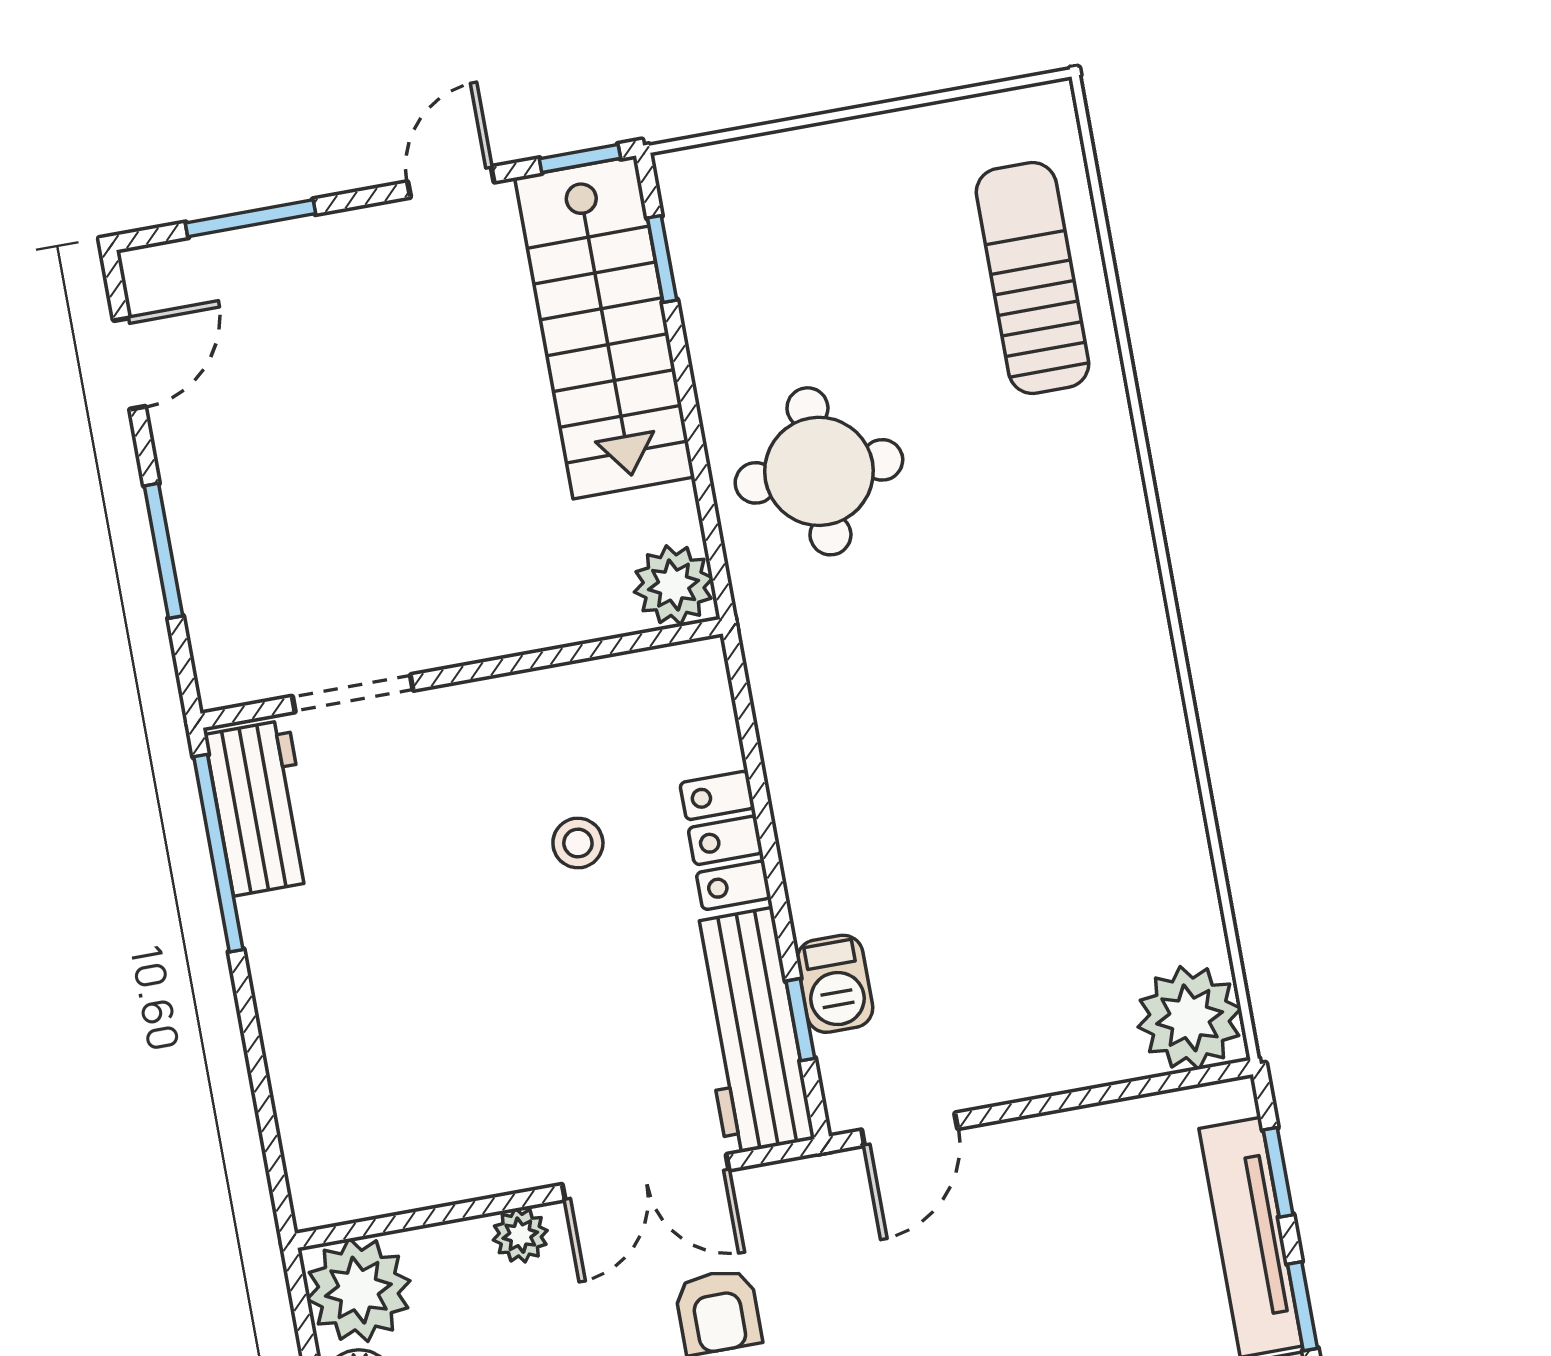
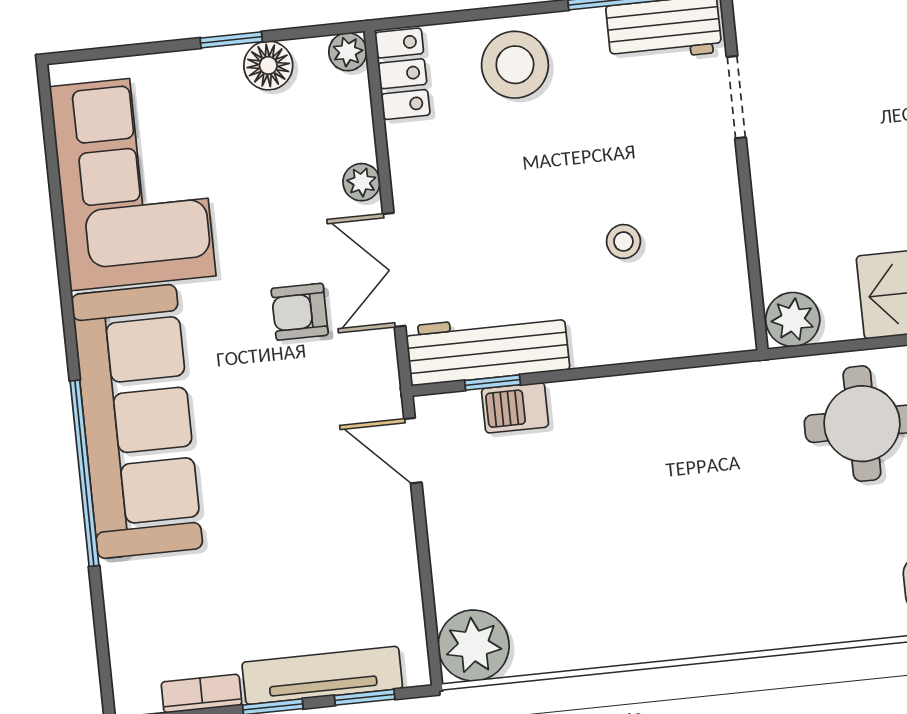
locker: (725, 840) -> (402, 74), moved, turned 90
stool: (330, 1023) -> (515, 65), added
plant: (358, 1290) -> (348, 52), width x0.53, depth x0.53

